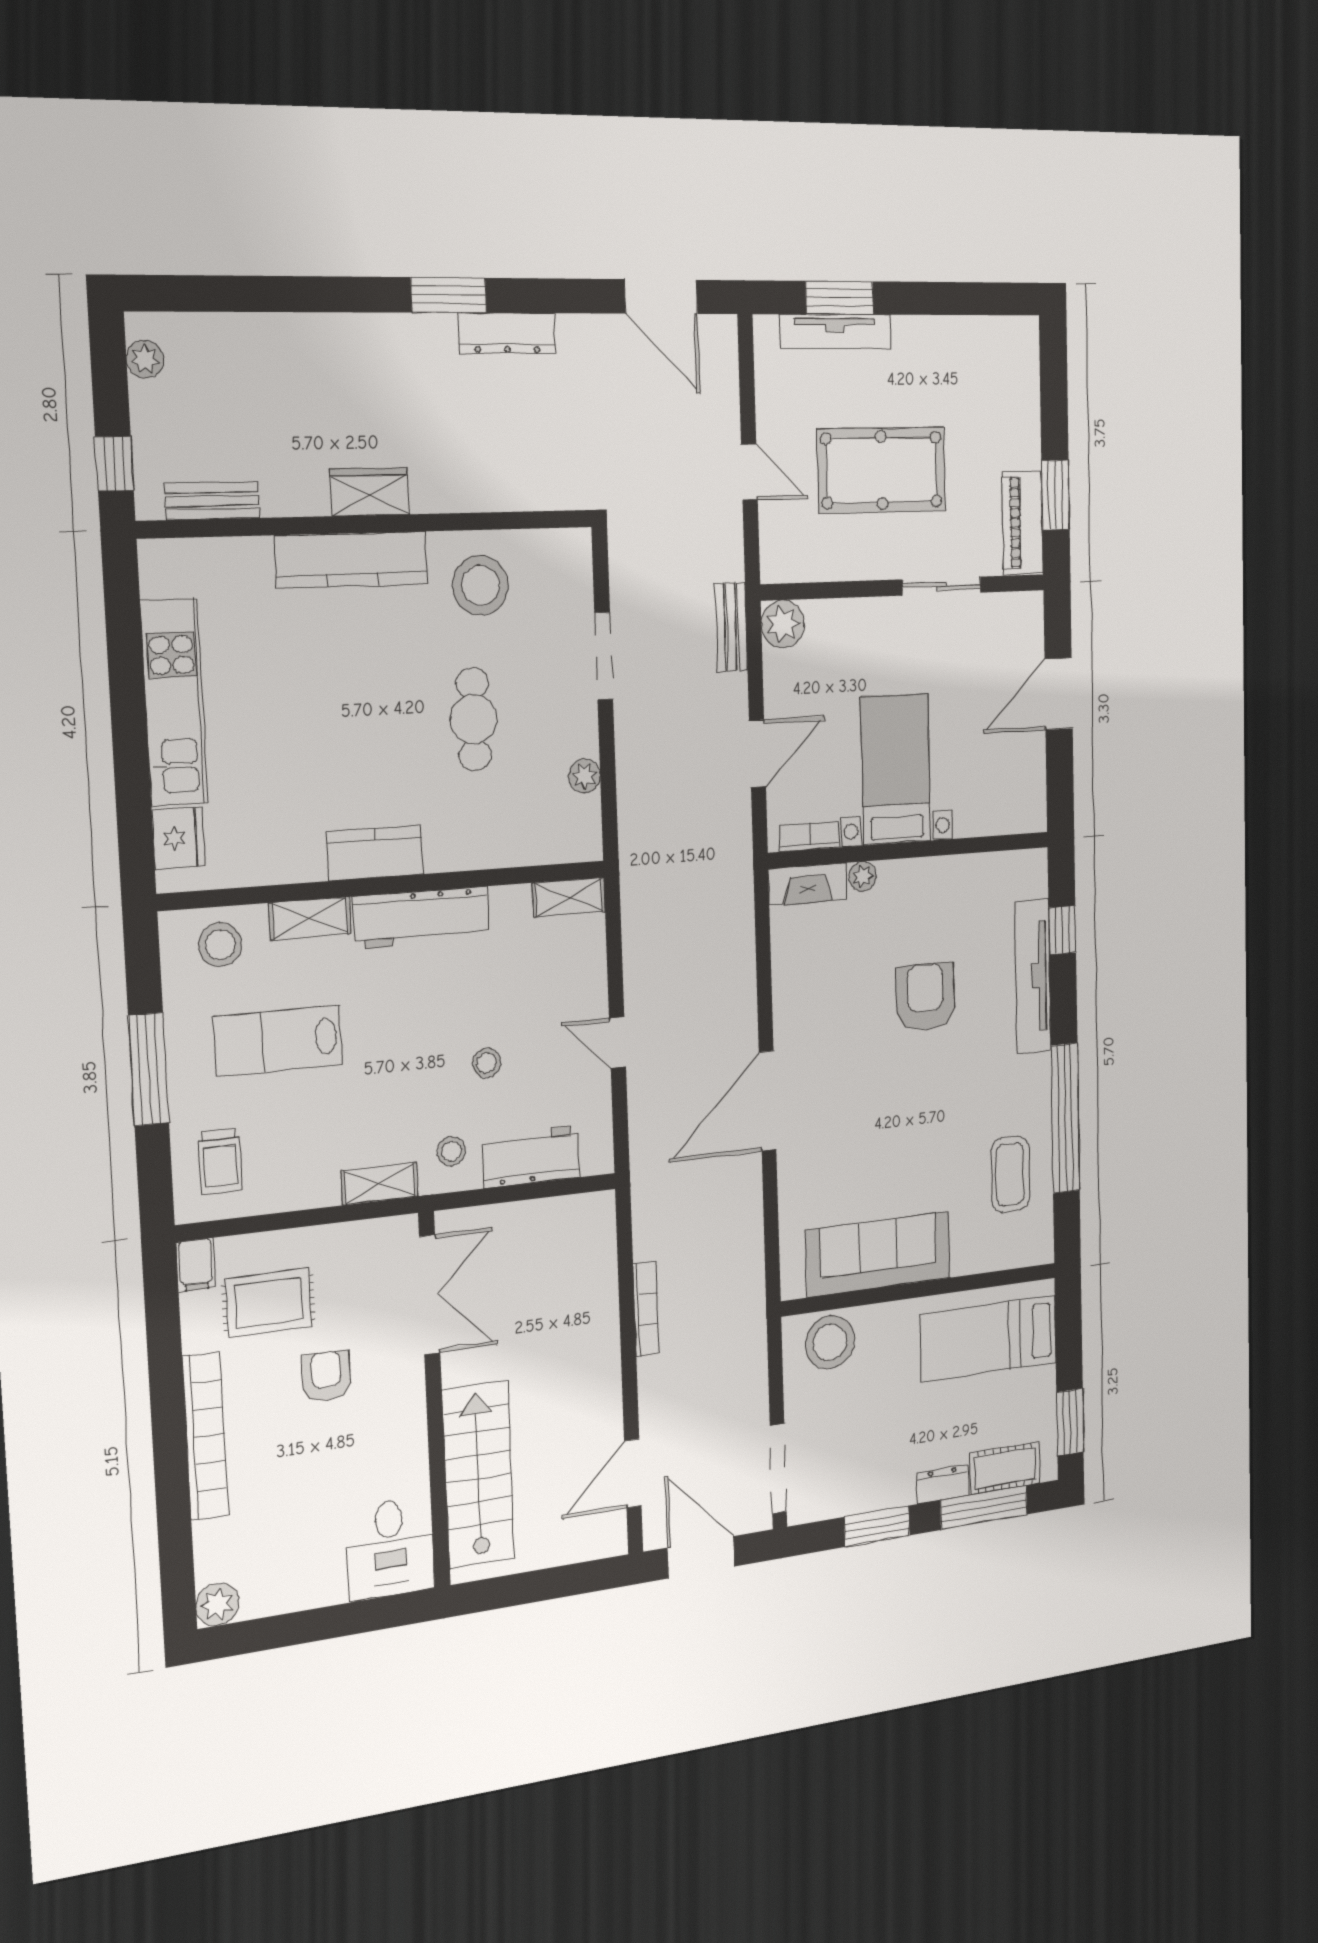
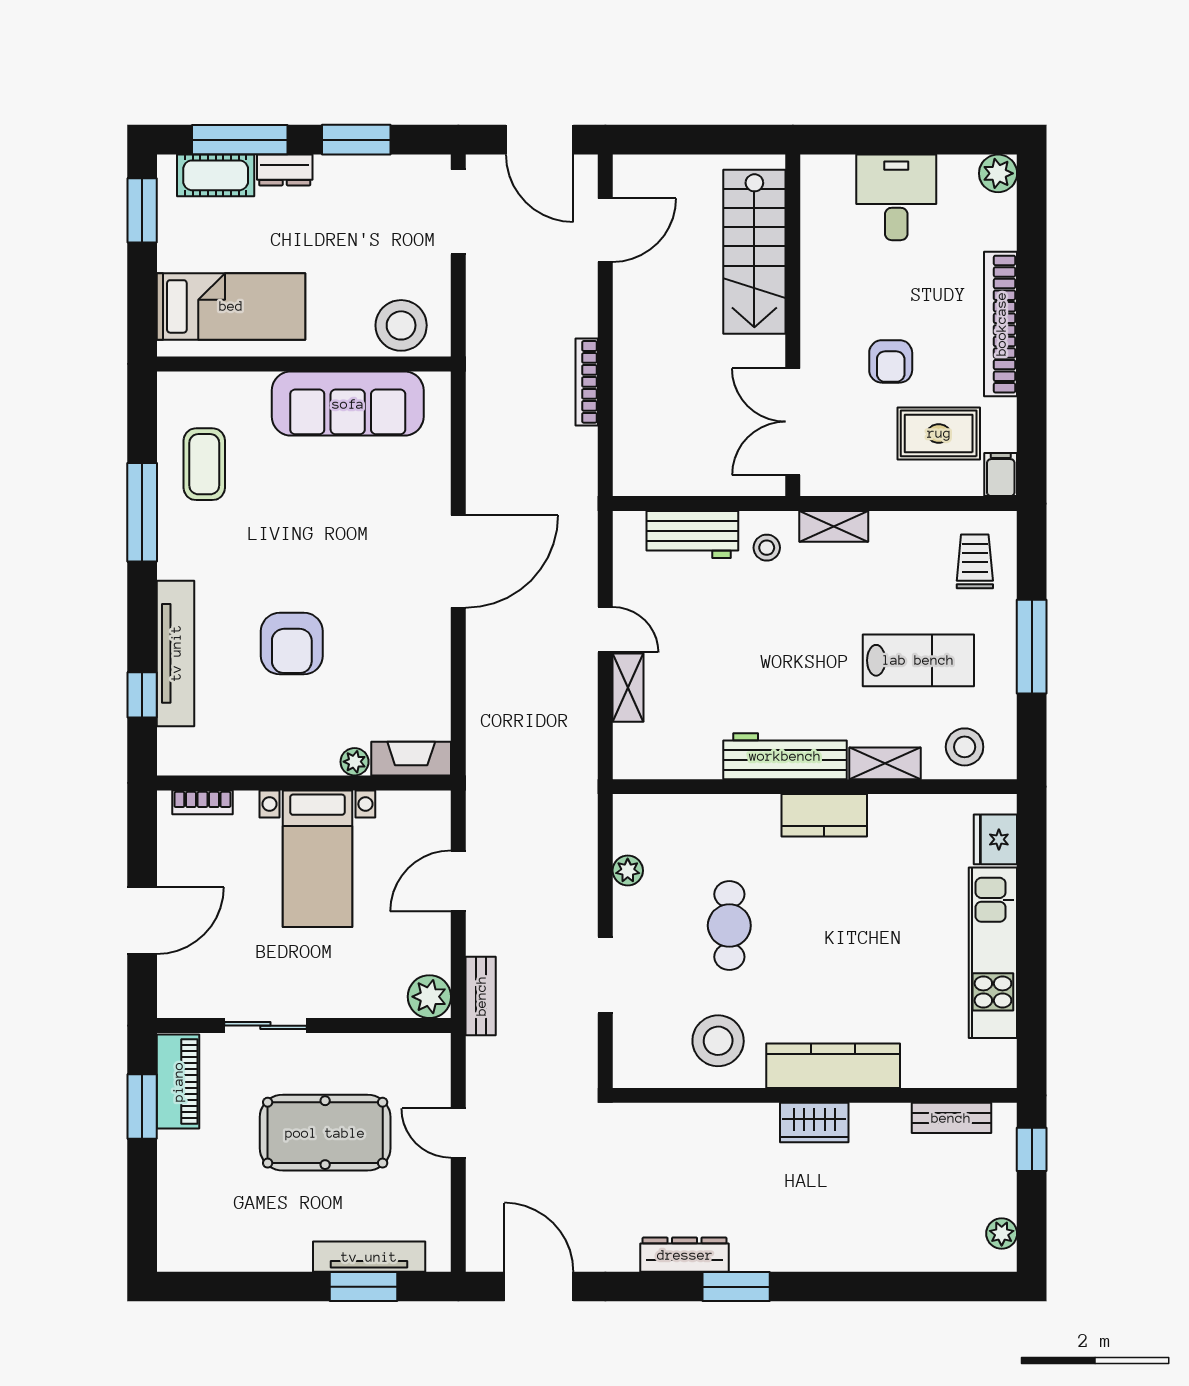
bookcase: (809, 836) -> (202, 802), moved
shelving: (569, 897) -> (628, 688), moved, turned 90
stool: (487, 1063) -> (731, 623), removed
window: (1065, 1118) -> (142, 512), width x0.68
desk: (390, 1549) -> (896, 197), moved

